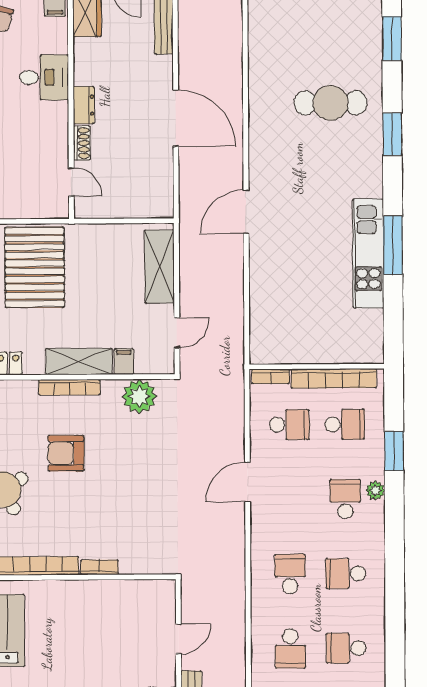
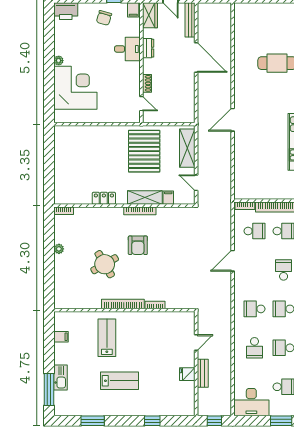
dresser: (84, 105) -> (148, 48), moved
door: (176, 118) -> (196, 58), moved
pallet: (35, 267) -> (144, 151), moved
door: (177, 333) -> (196, 183), swing flipped
plant: (139, 396) -> (176, 216), removed
armchair: (66, 453) -> (138, 245), turned -90
school desk: (290, 574) -> (254, 309), turned -90

